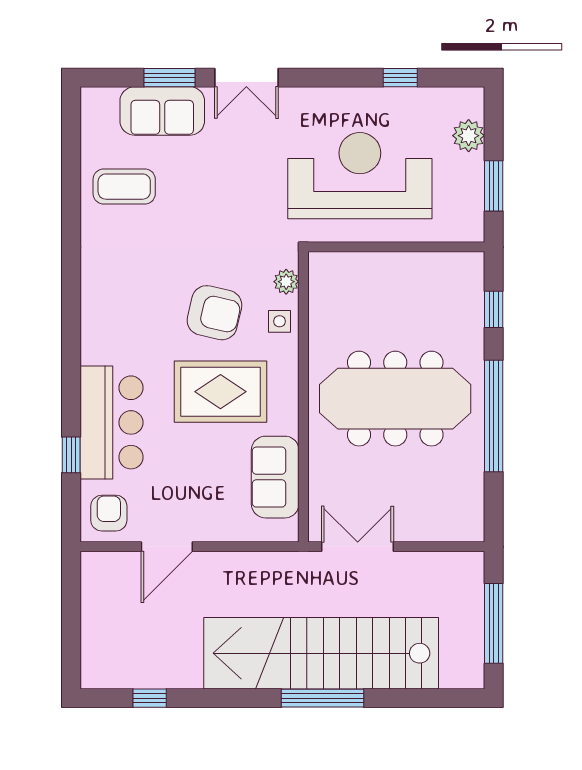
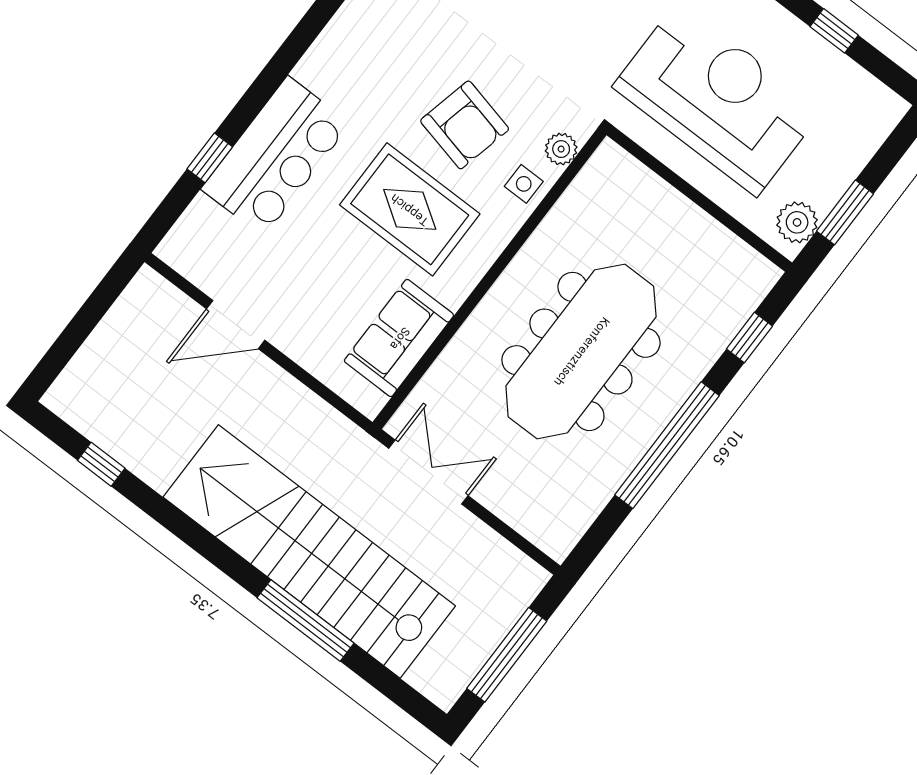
plant: (469, 136) -> (797, 222), moved
meeting table: (395, 399) -> (581, 351), turned 90
armchair: (109, 513) -> (203, 246), removed
window: (323, 698) -> (306, 620), moved

